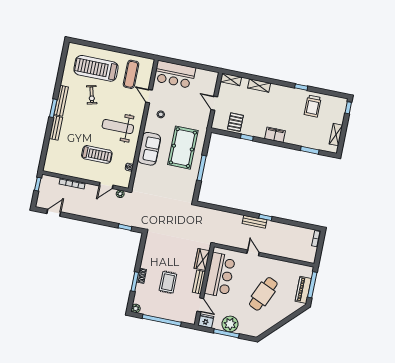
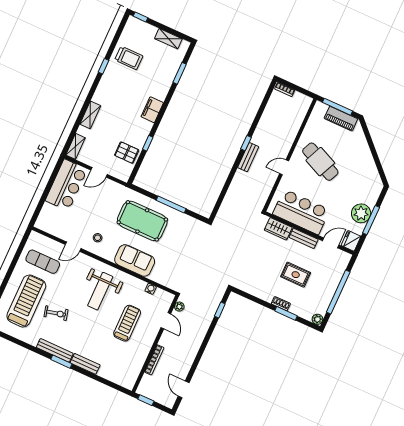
treadmill: (96, 68) -> (26, 301), turned 180
bar counter: (175, 74) -> (66, 185), moved
cafe table: (263, 294) -> (320, 162), moved

